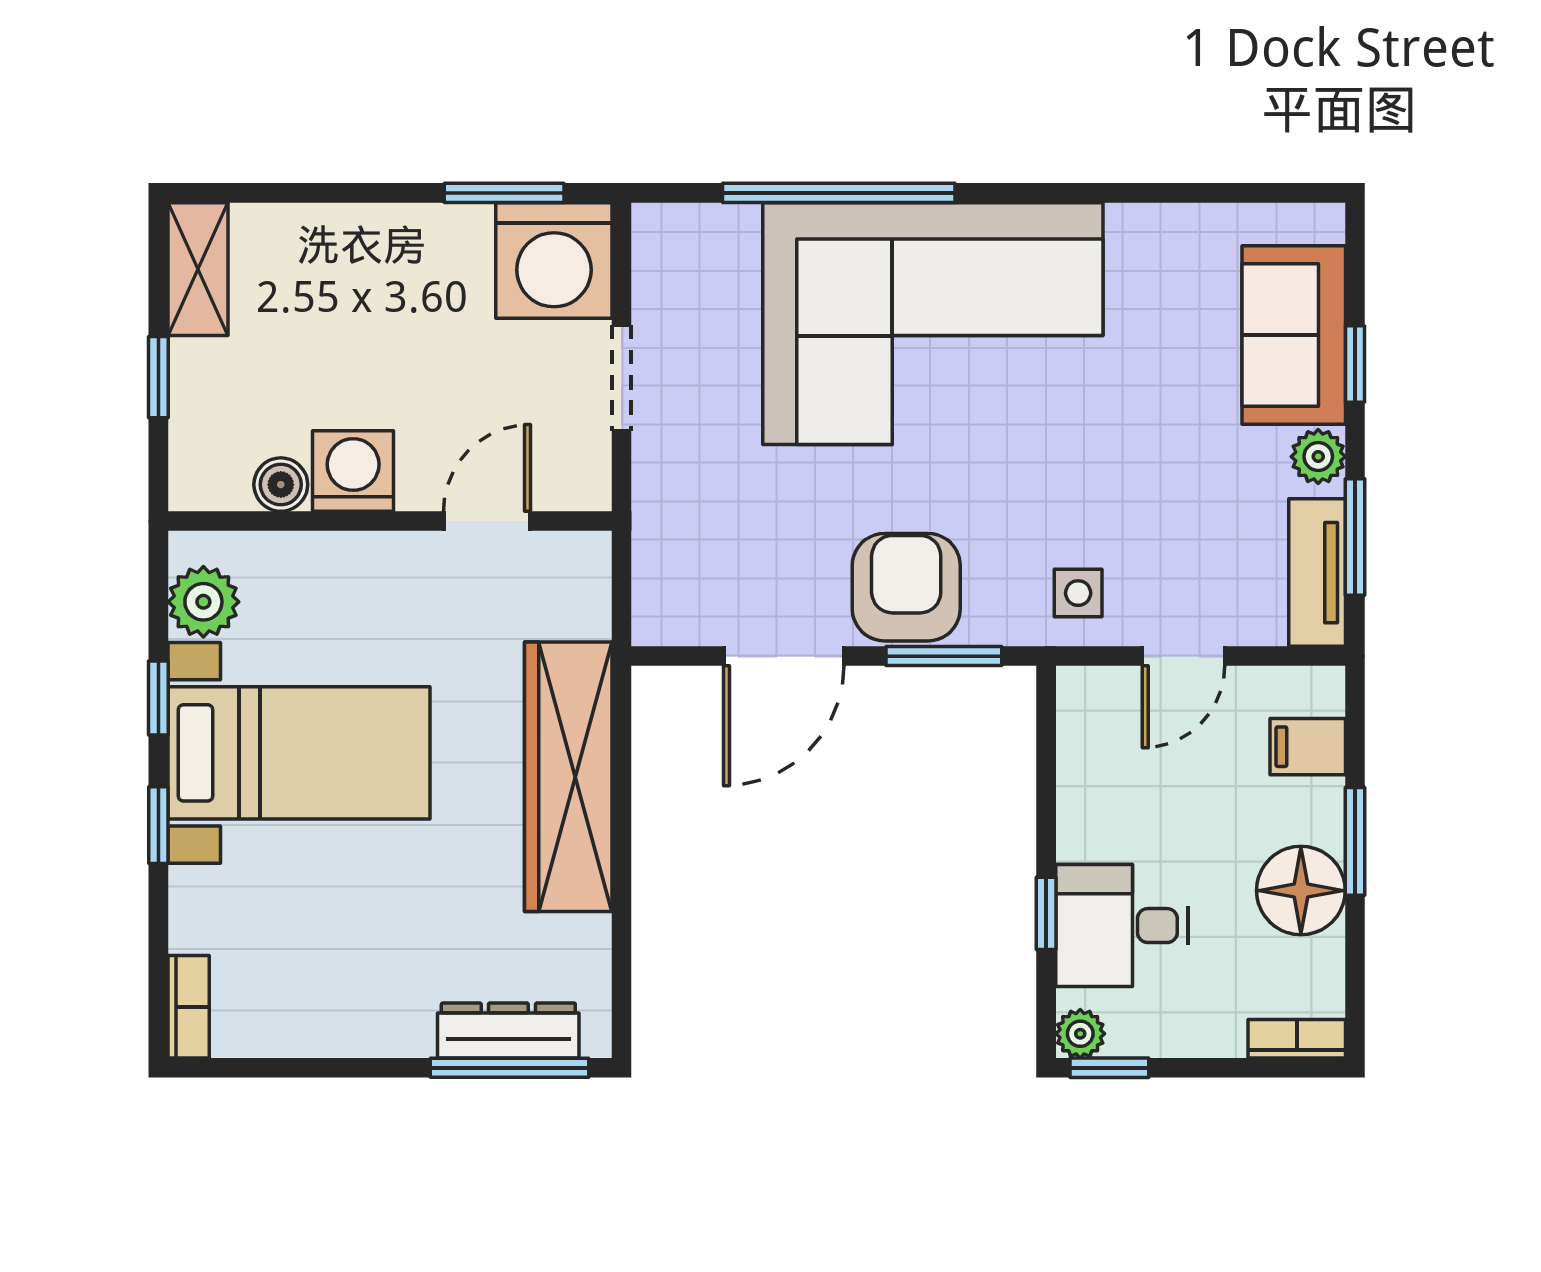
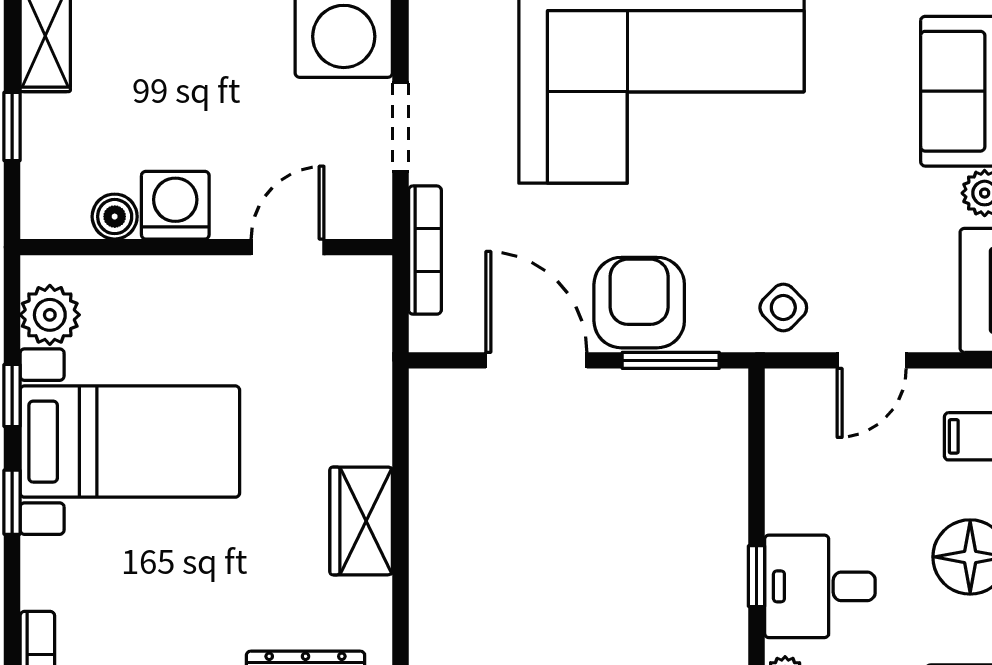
bookcase: (651, 524) -> (425, 250), added
side table: (1078, 593) -> (783, 308), turned 45
door: (784, 656) -> (536, 360), swing flipped
wardrobe: (568, 777) -> (361, 521), width x0.48, depth x0.85

